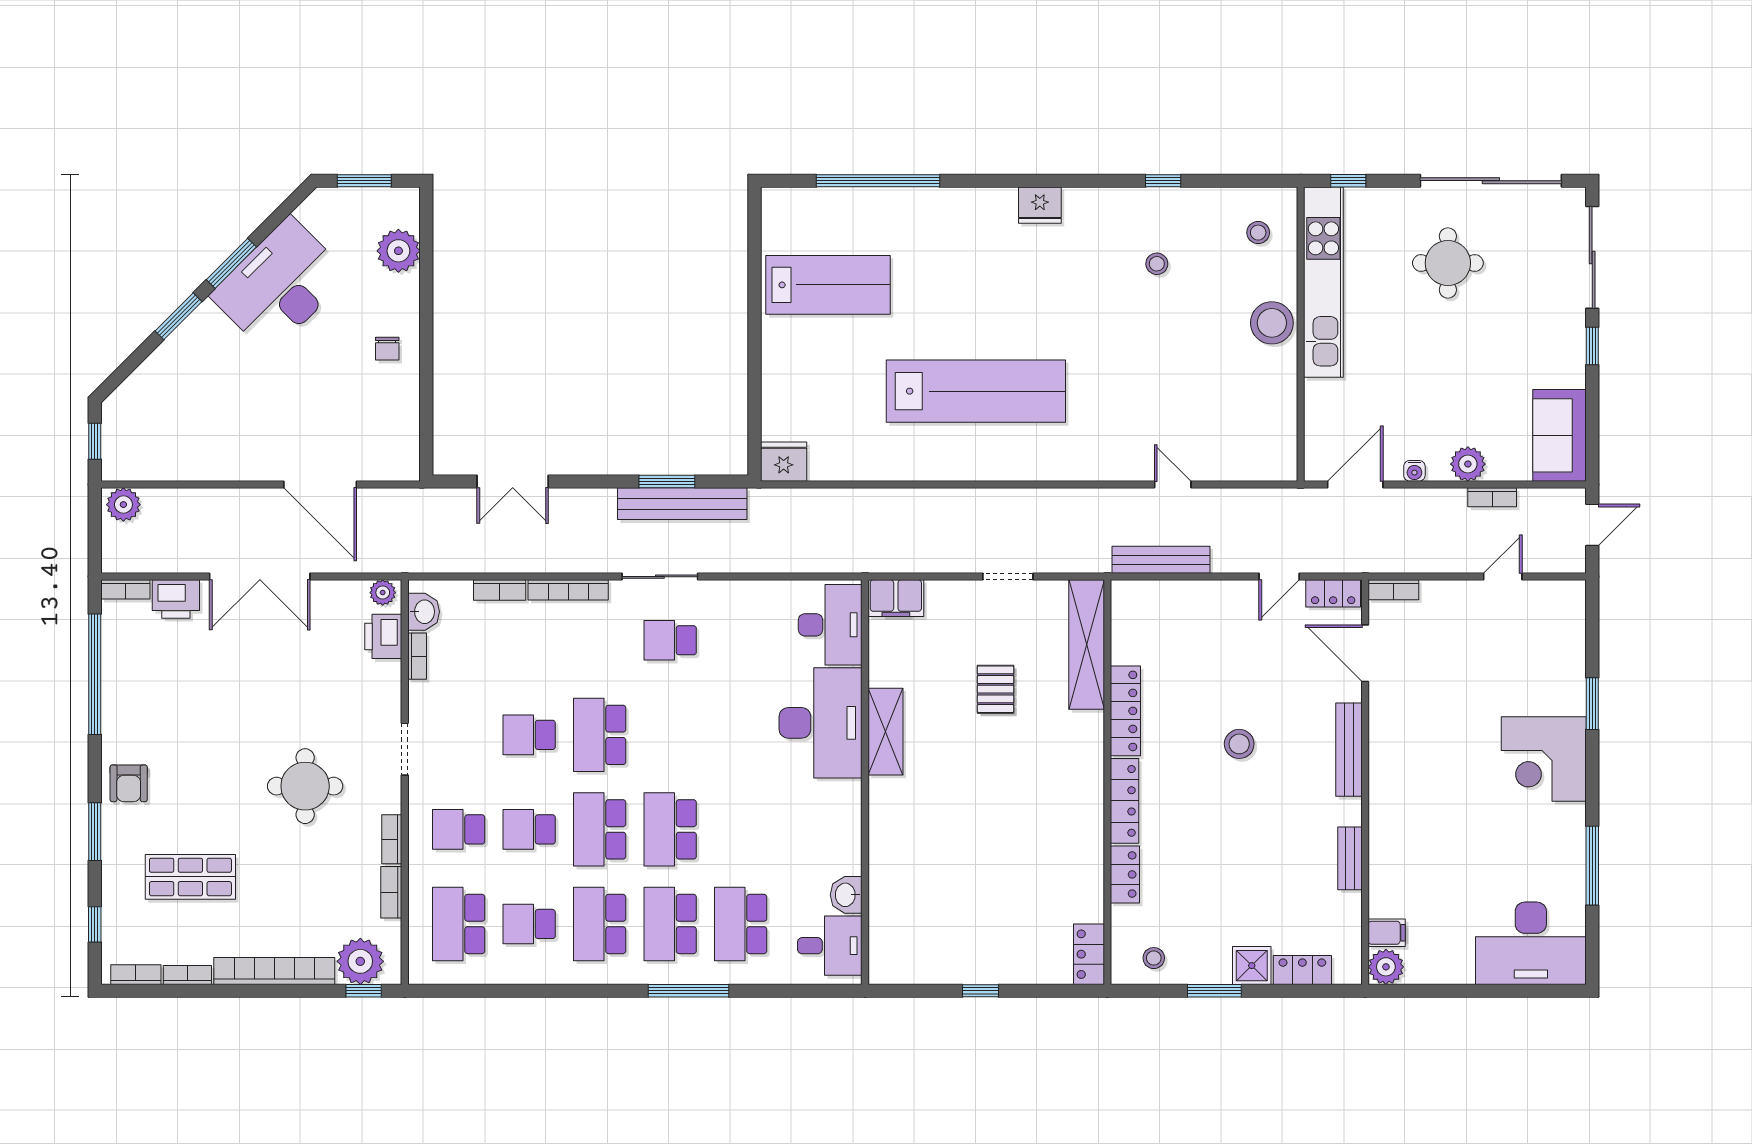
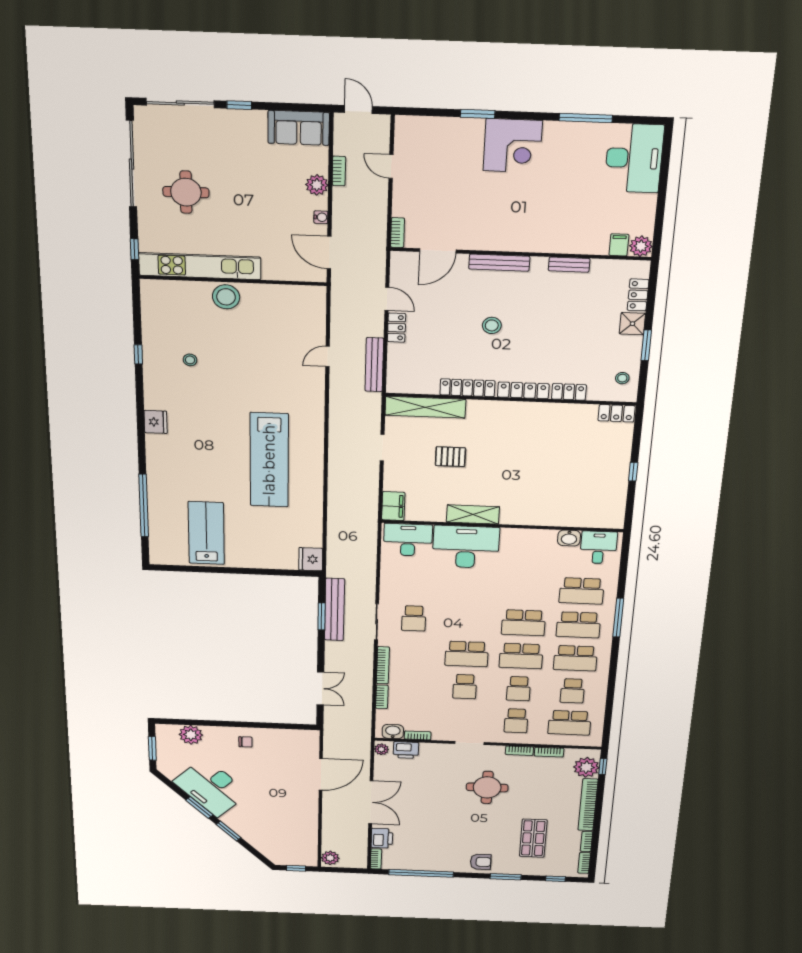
stool: (1258, 233) -> (169, 302), removed
lab bench: (976, 391) -> (269, 460), turned 180
locker: (1333, 593) -> (397, 328), moved

